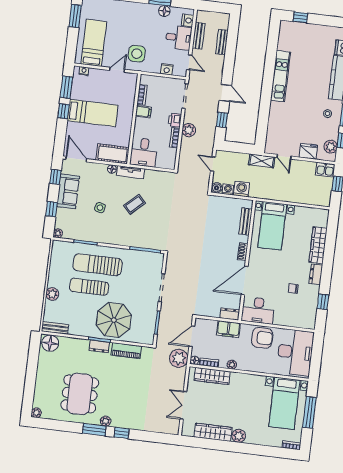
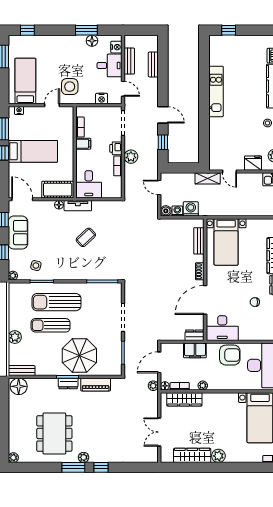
side table: (100, 208) -> (36, 266), moved
plant: (179, 358) -> (153, 386), width x0.53, depth x0.53

